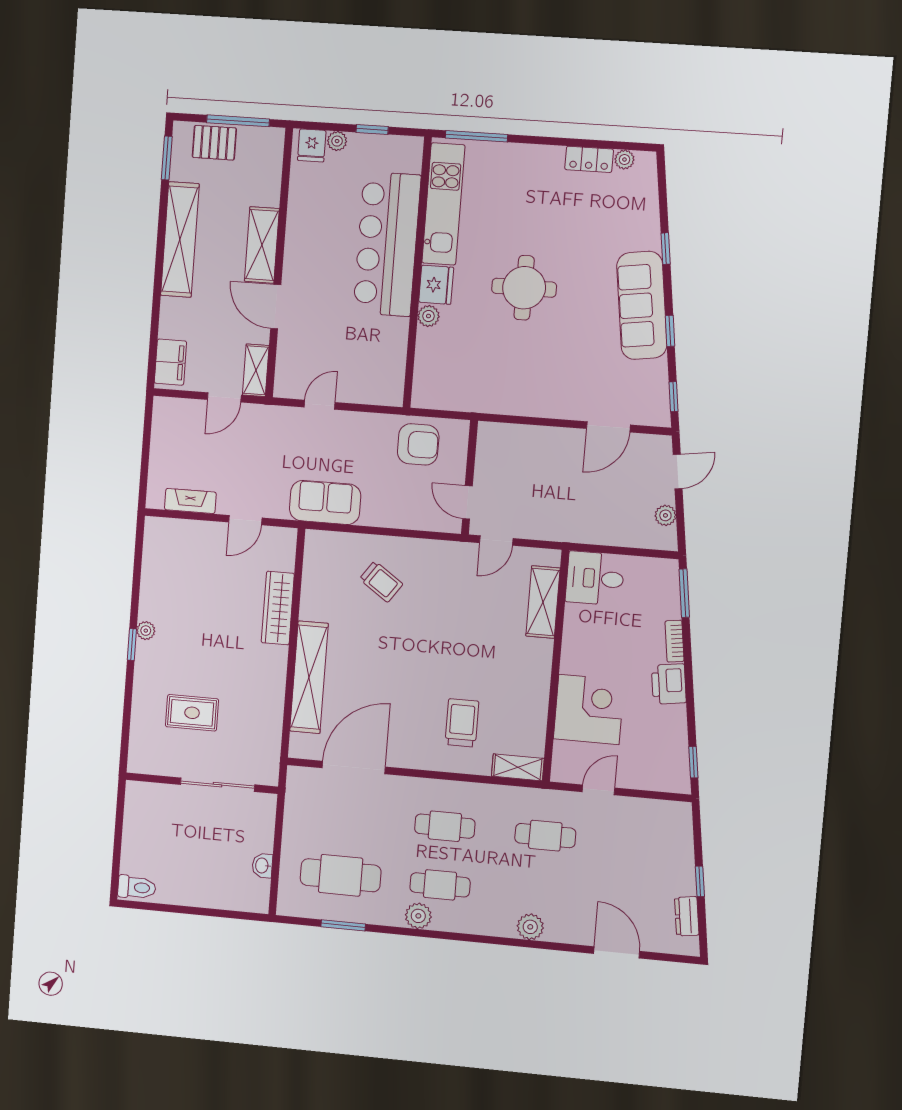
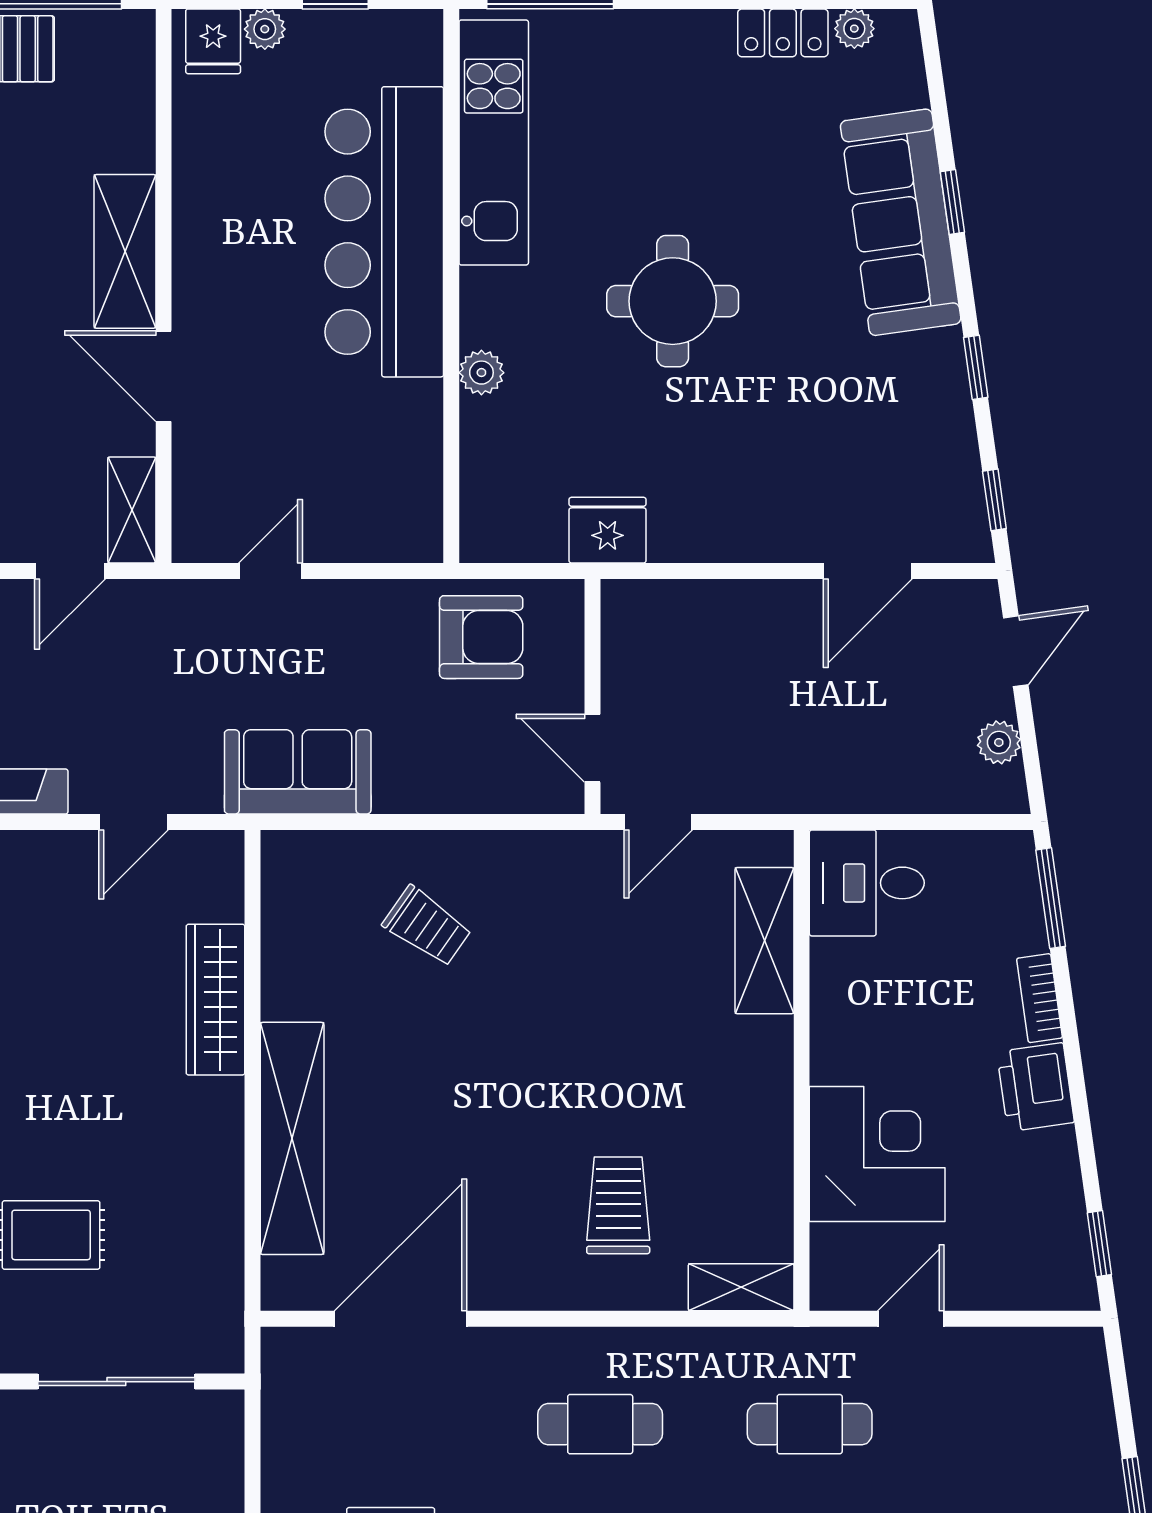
fridge: (436, 285) -> (608, 530), moved, turned -90
sofa: (642, 305) -> (901, 222), moved

